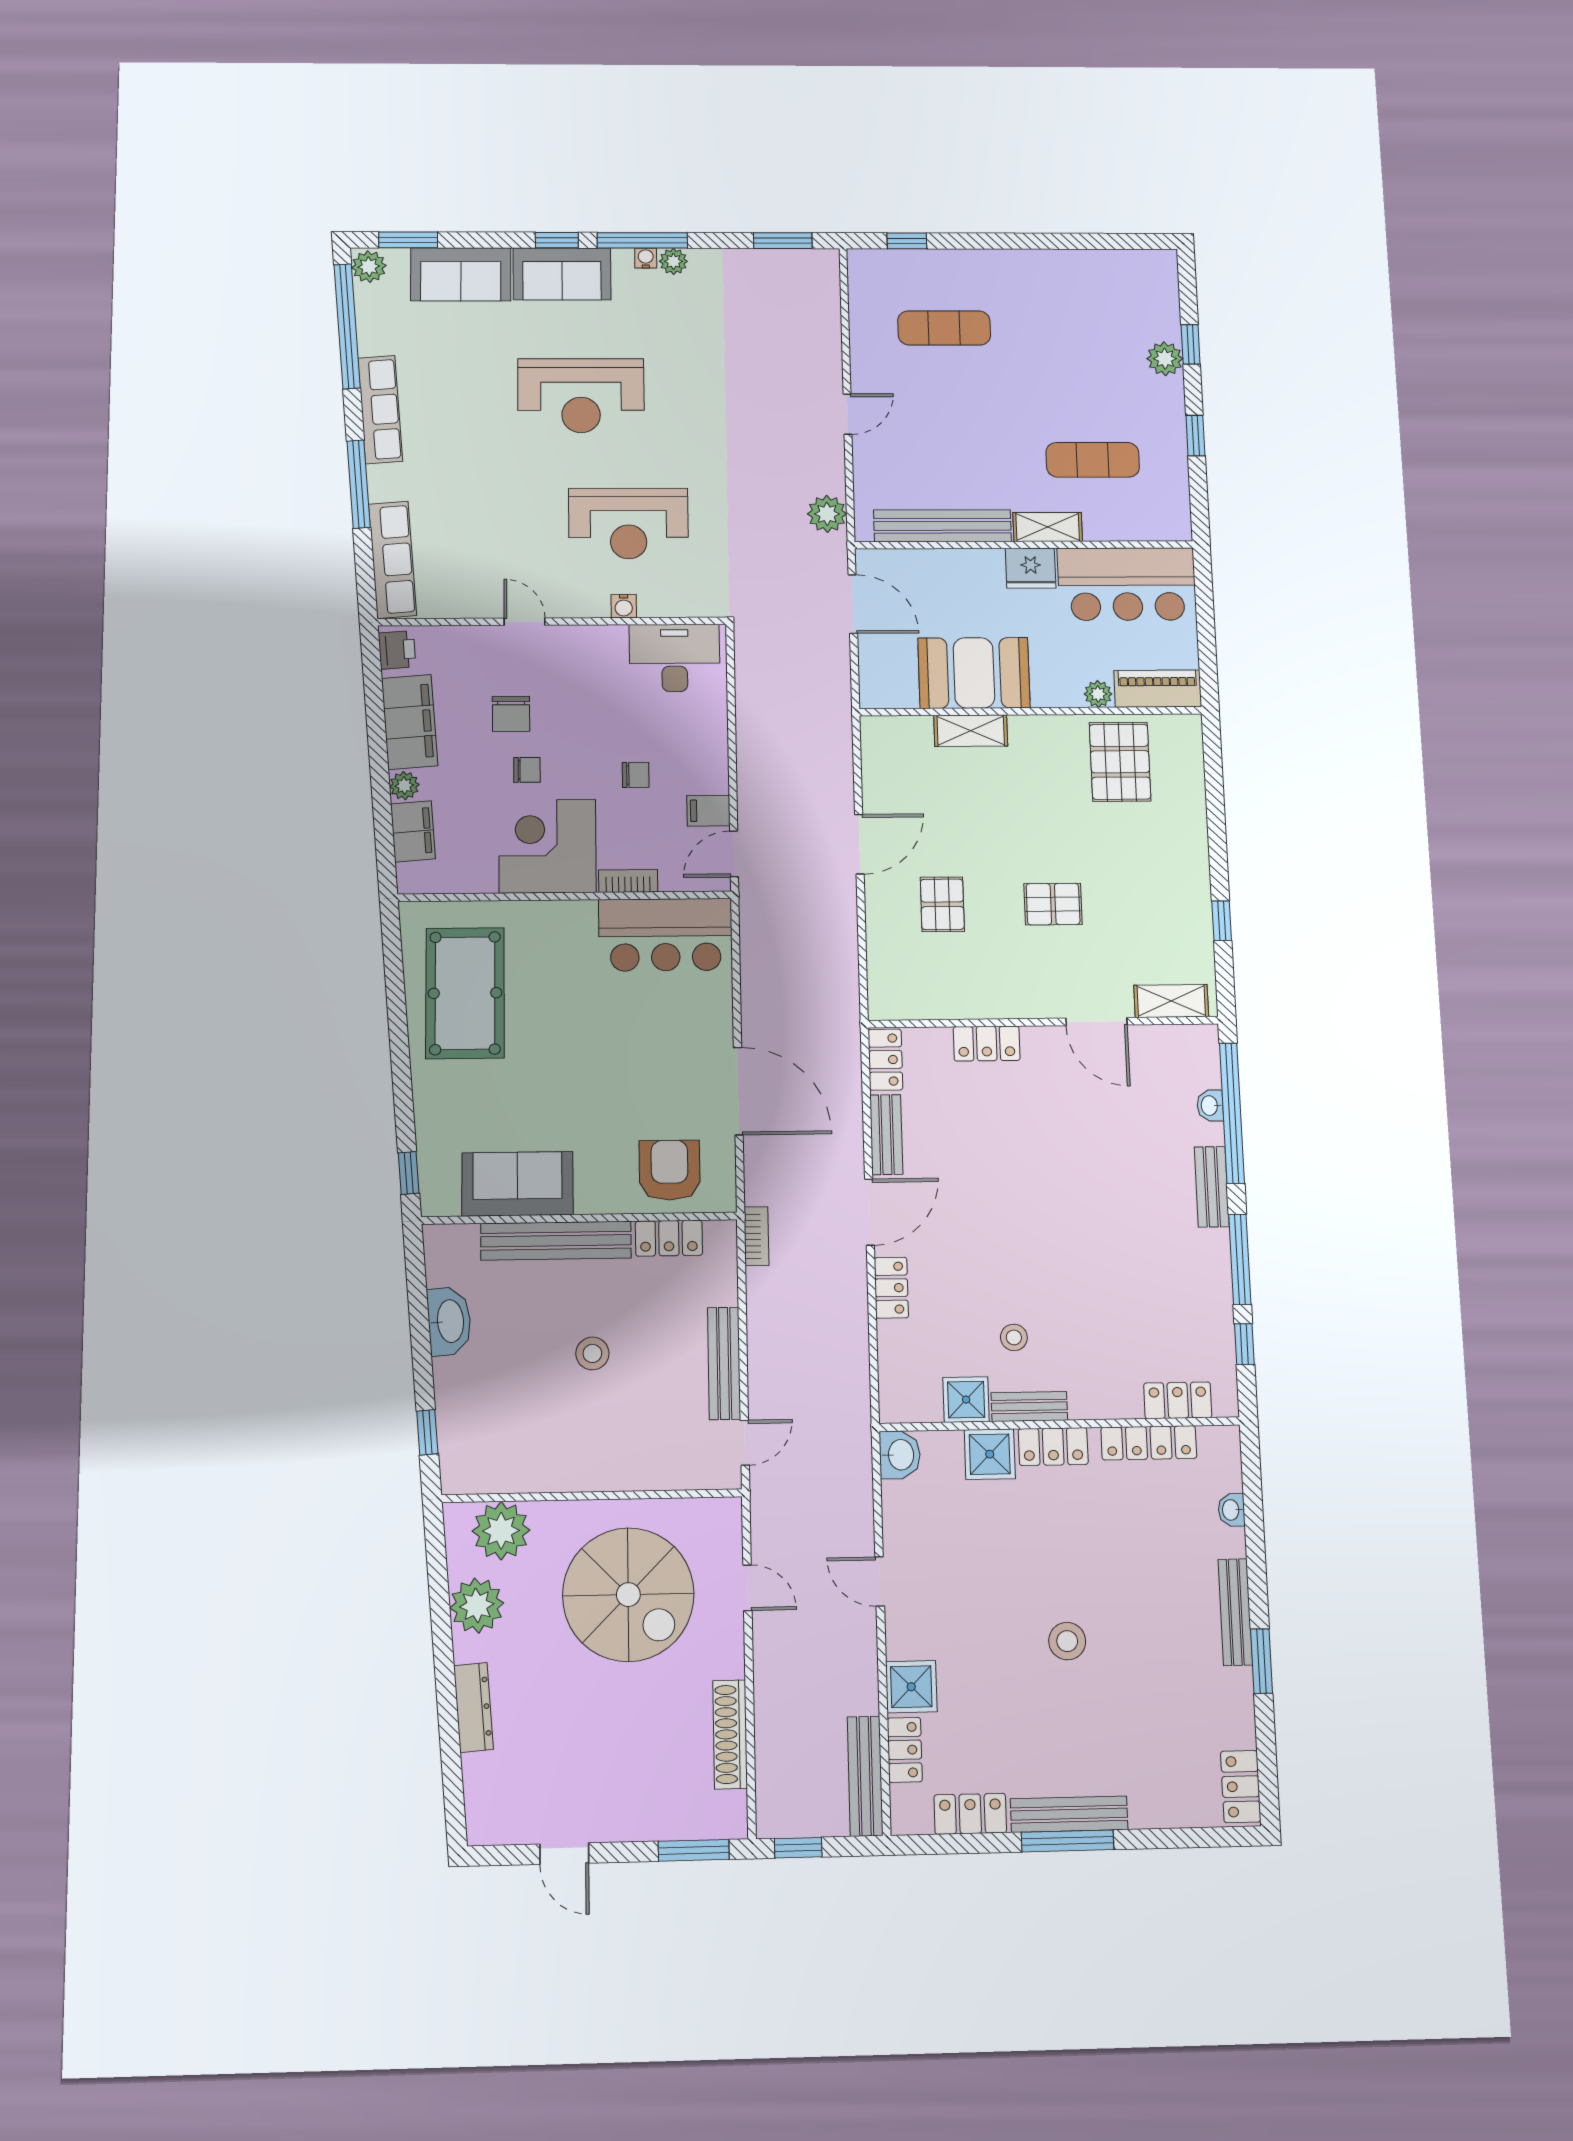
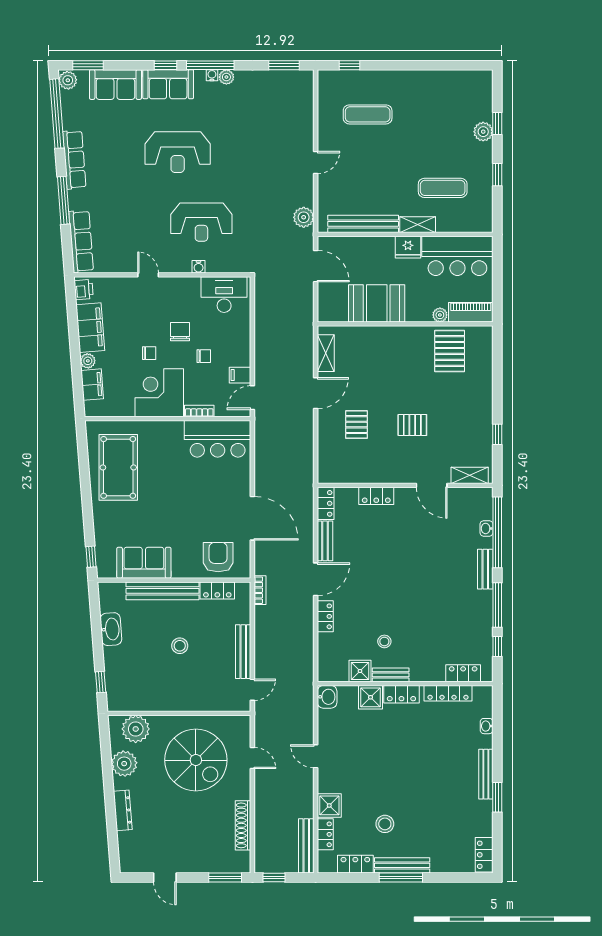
chair: (511, 714) -> (180, 332), moved, turned 180
shelving: (971, 731) -> (326, 353), moved, turned 90
stool: (1067, 1641) -> (385, 824), moved

